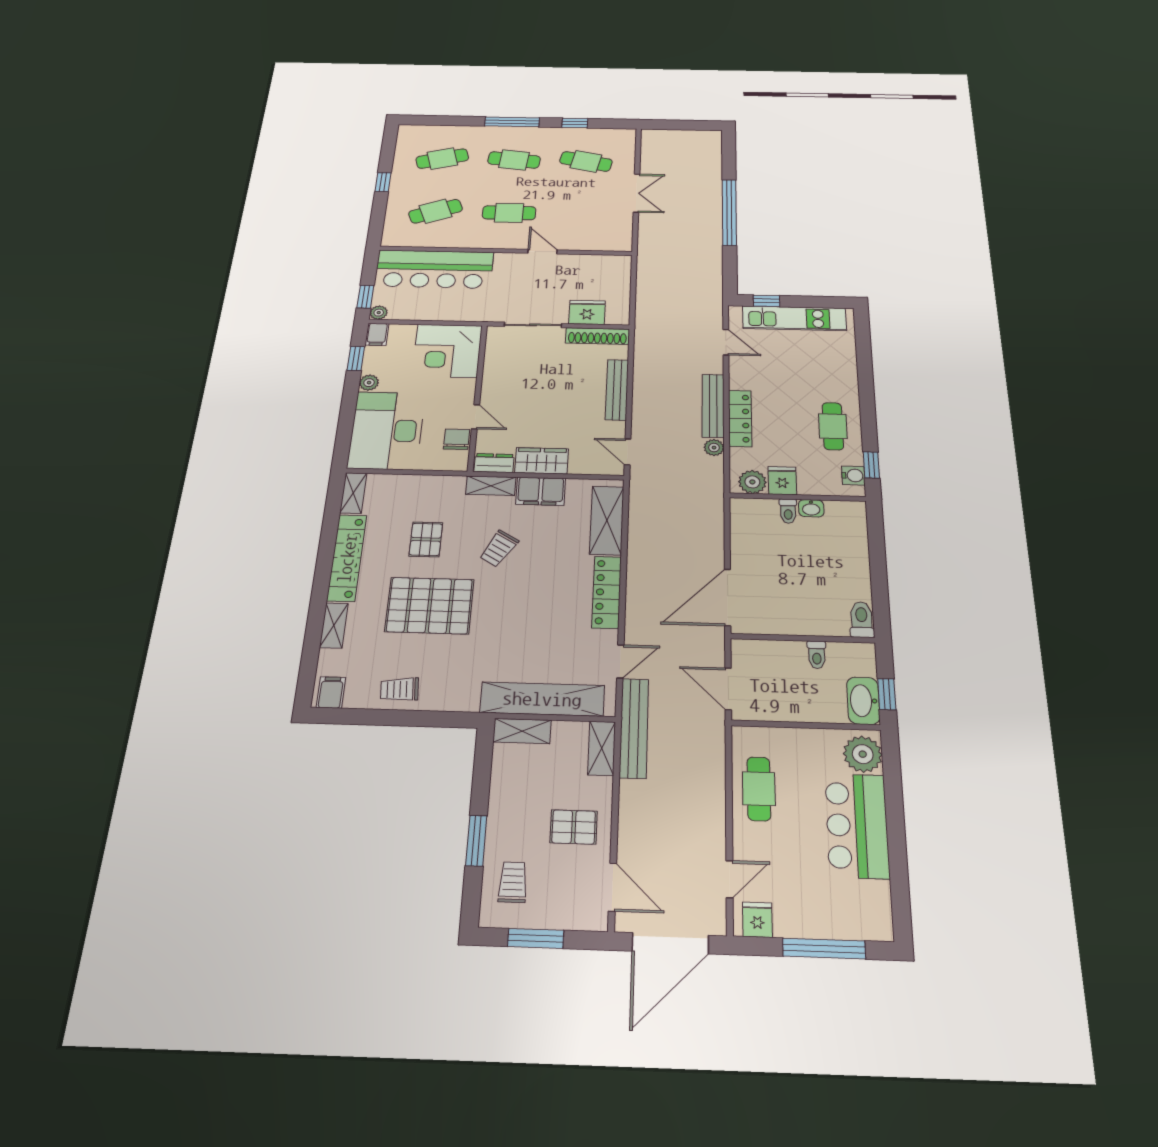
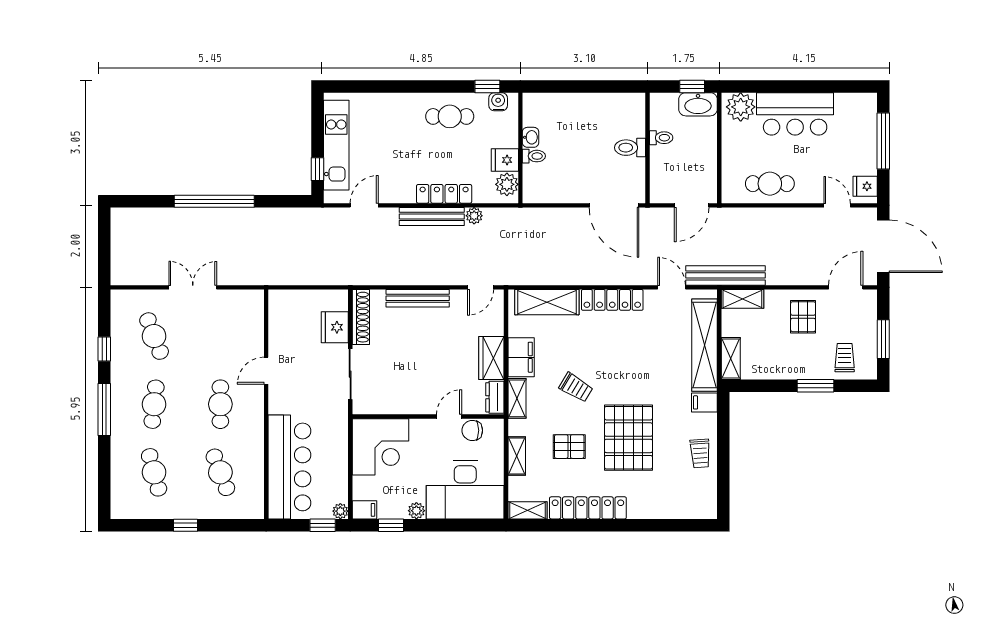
cafe table: (586, 161) -> (154, 336), turned -33
toilet: (862, 620) -> (630, 148), moved
shelving: (334, 625) -> (517, 456), moved, turned 90
filing cabinet: (331, 692) -> (704, 402), moved
trolley: (513, 882) -> (845, 358), turned 90

